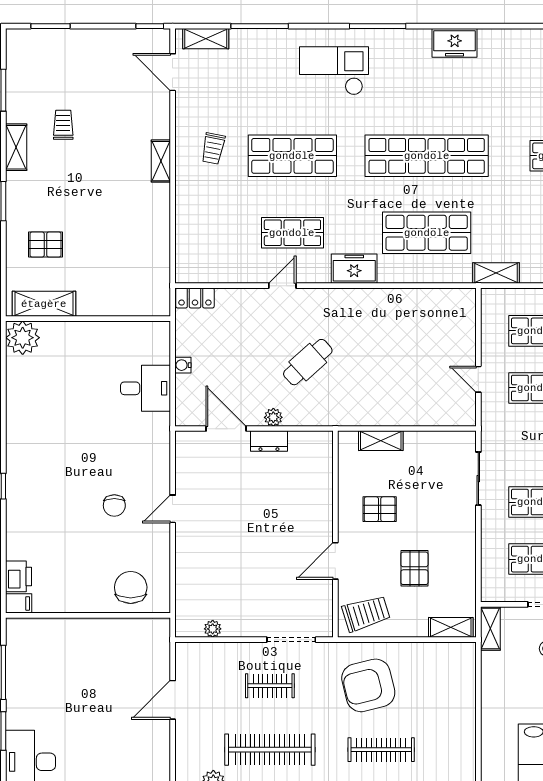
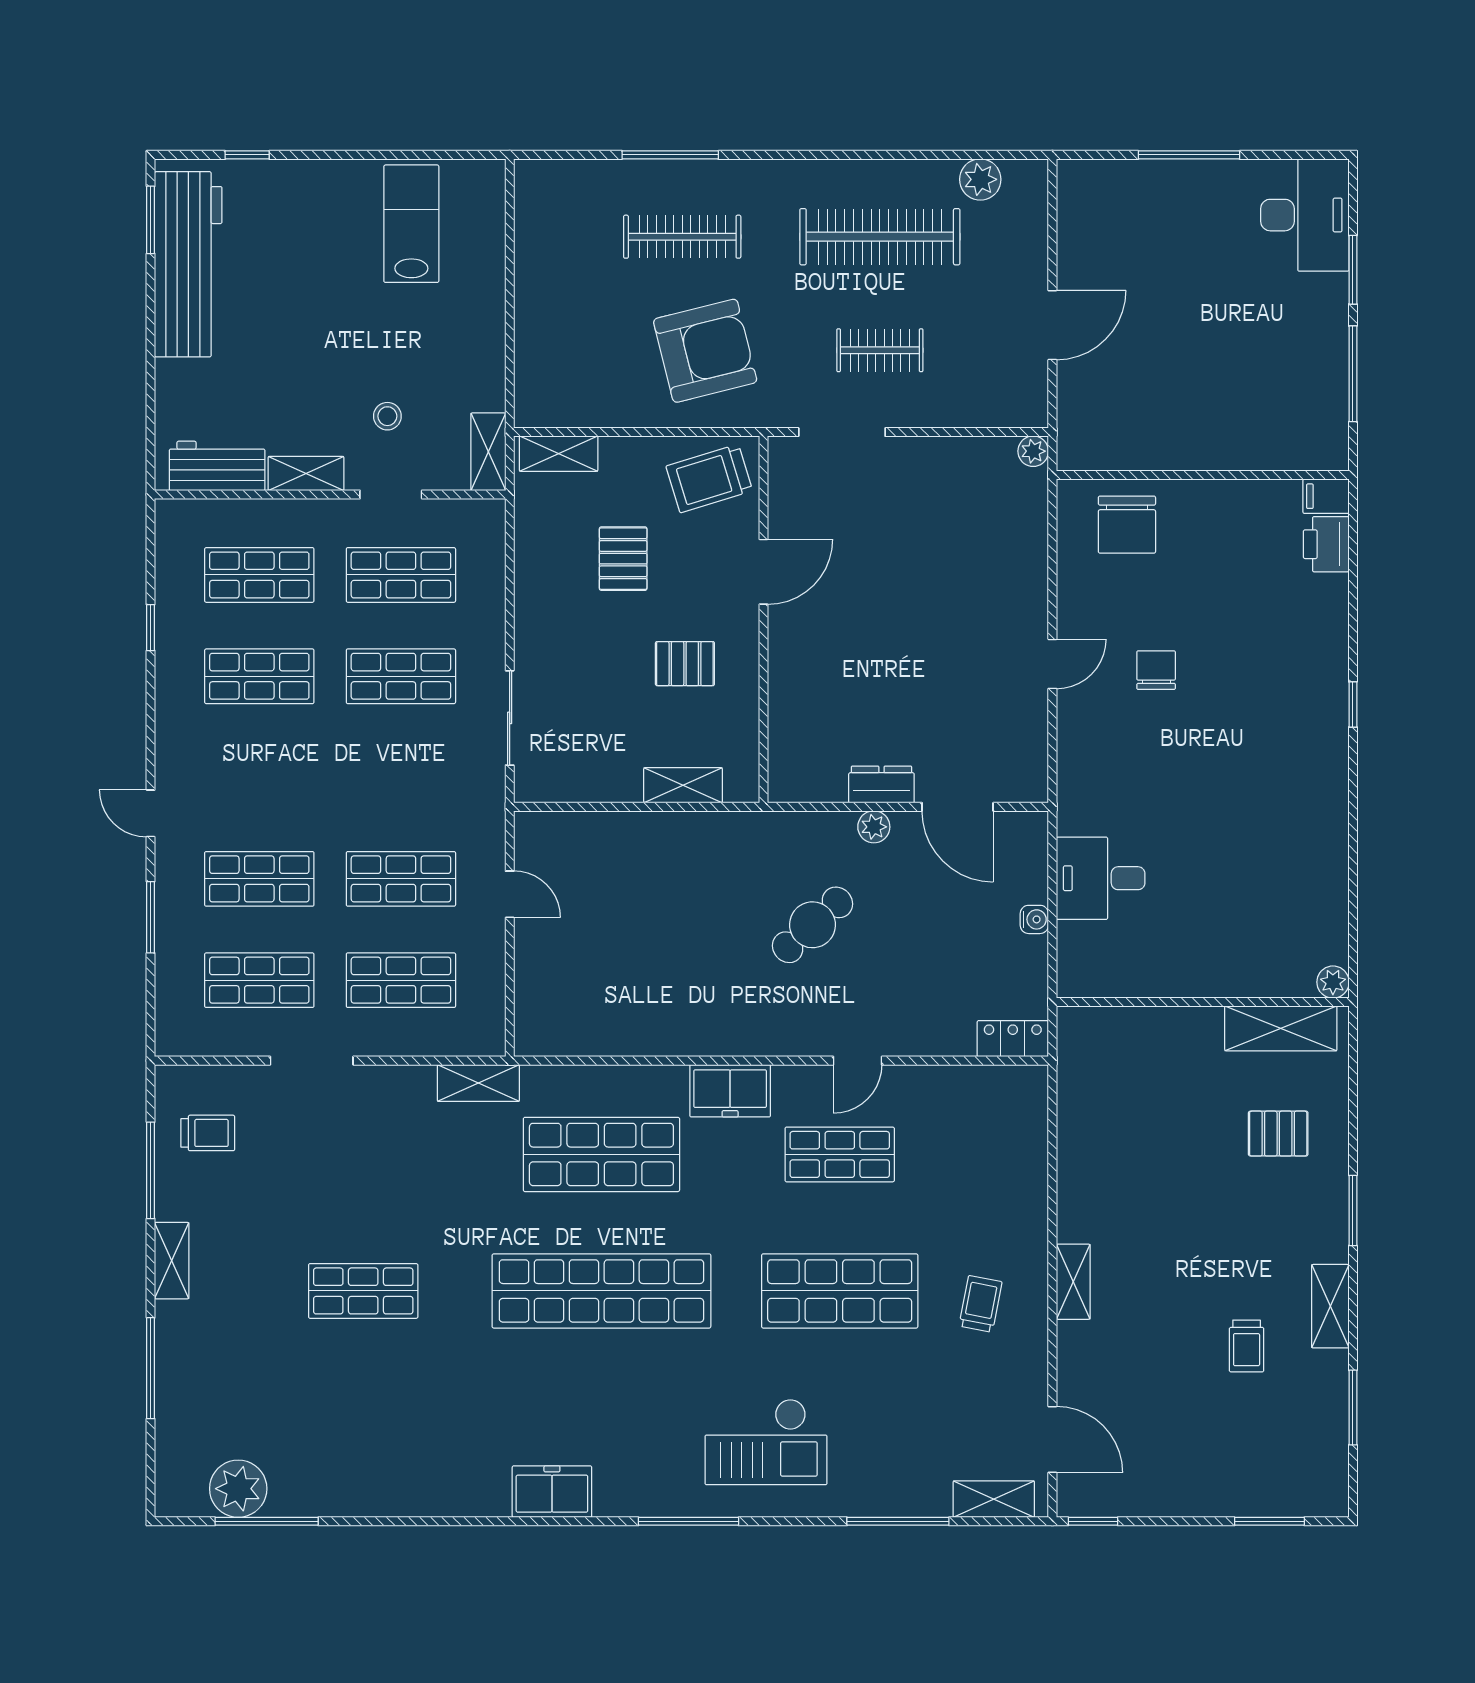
plant: (23, 338) -> (1333, 982), width x0.53, depth x0.53
plant: (213, 629) -> (1033, 451), moved

